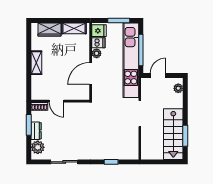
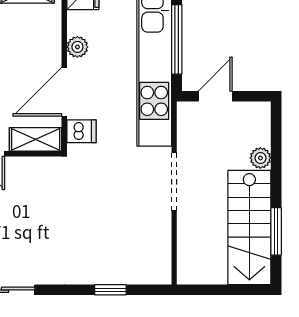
dishwasher: (98, 43) -> (82, 131), moved
plant: (178, 88) -> (260, 158), moved
shelving: (78, 95) -> (36, 139), added

